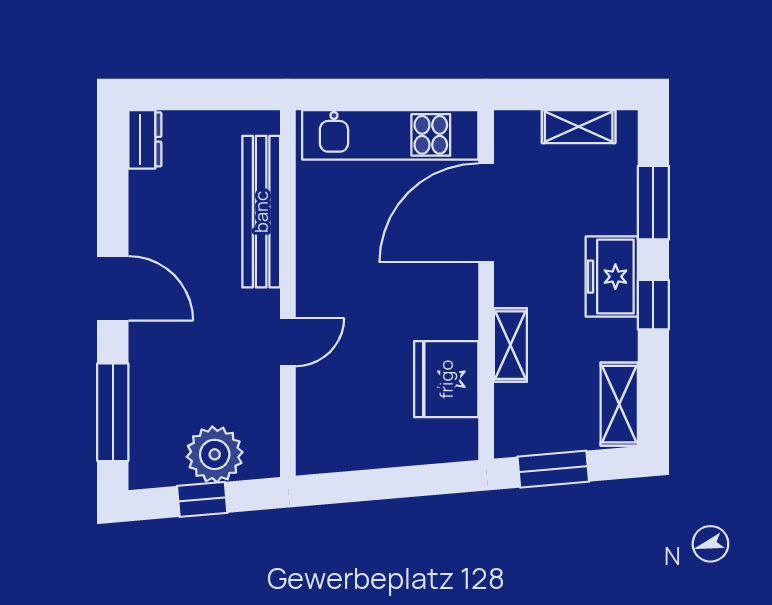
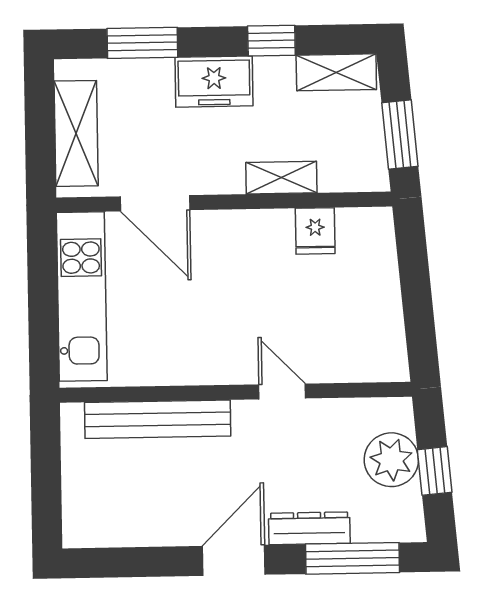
shelving: (579, 127) -> (76, 133), width x1.50, depth x1.33
dresser: (145, 139) -> (309, 528), moved, width x1.44
door: (486, 213) -> (155, 203), width x0.73
window: (653, 305) -> (271, 41), moved
fridge: (446, 379) -> (315, 231), width x0.53, depth x0.75

